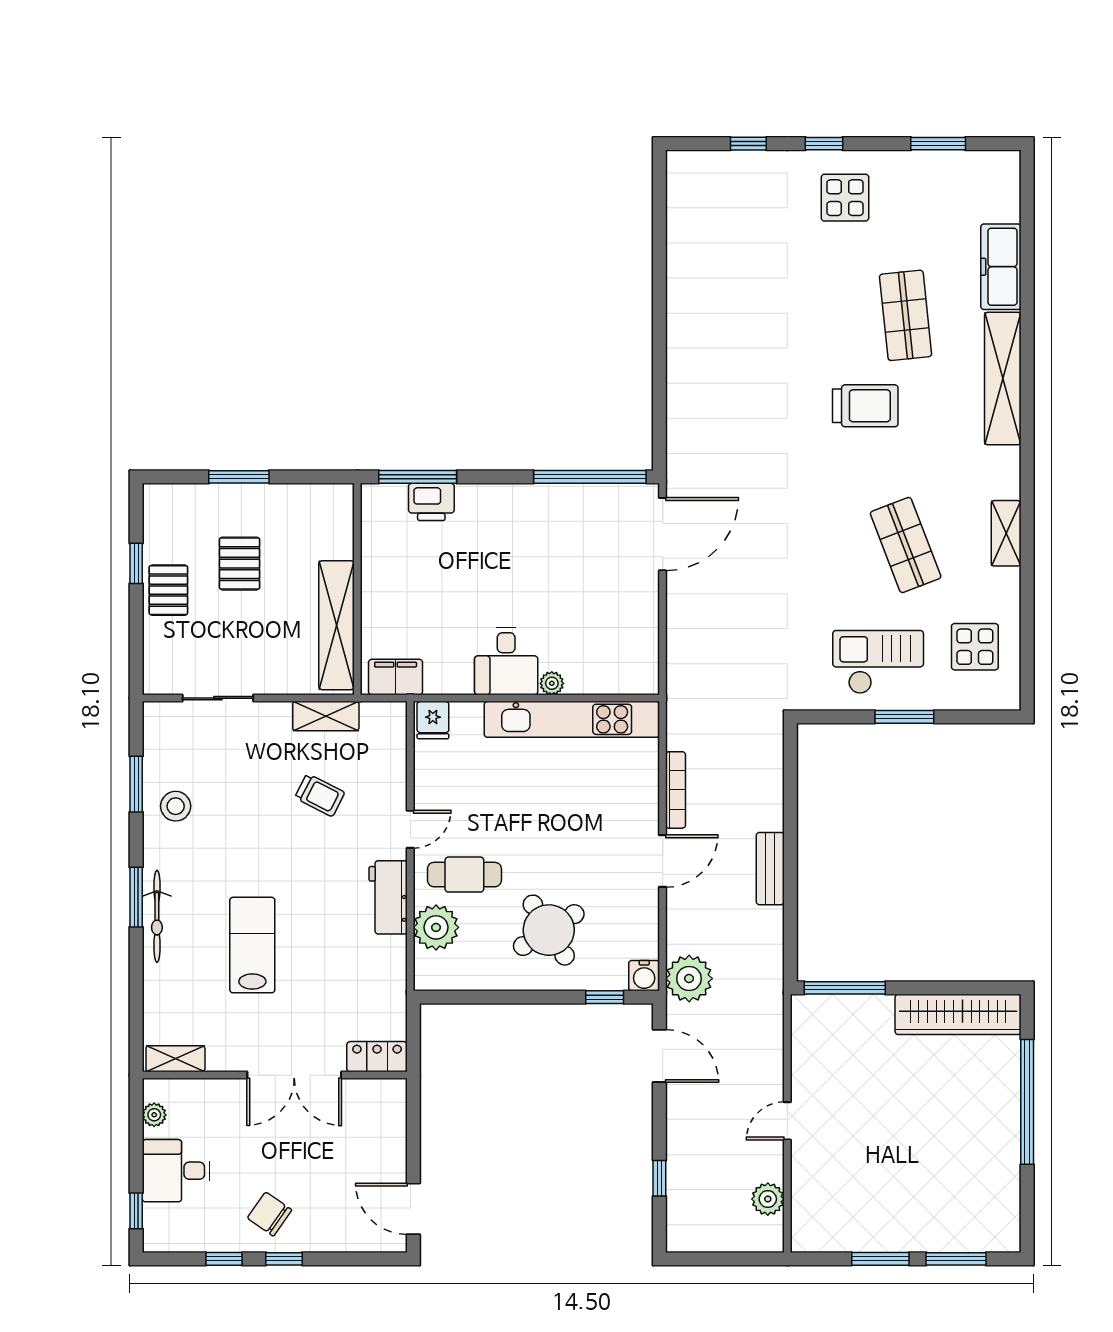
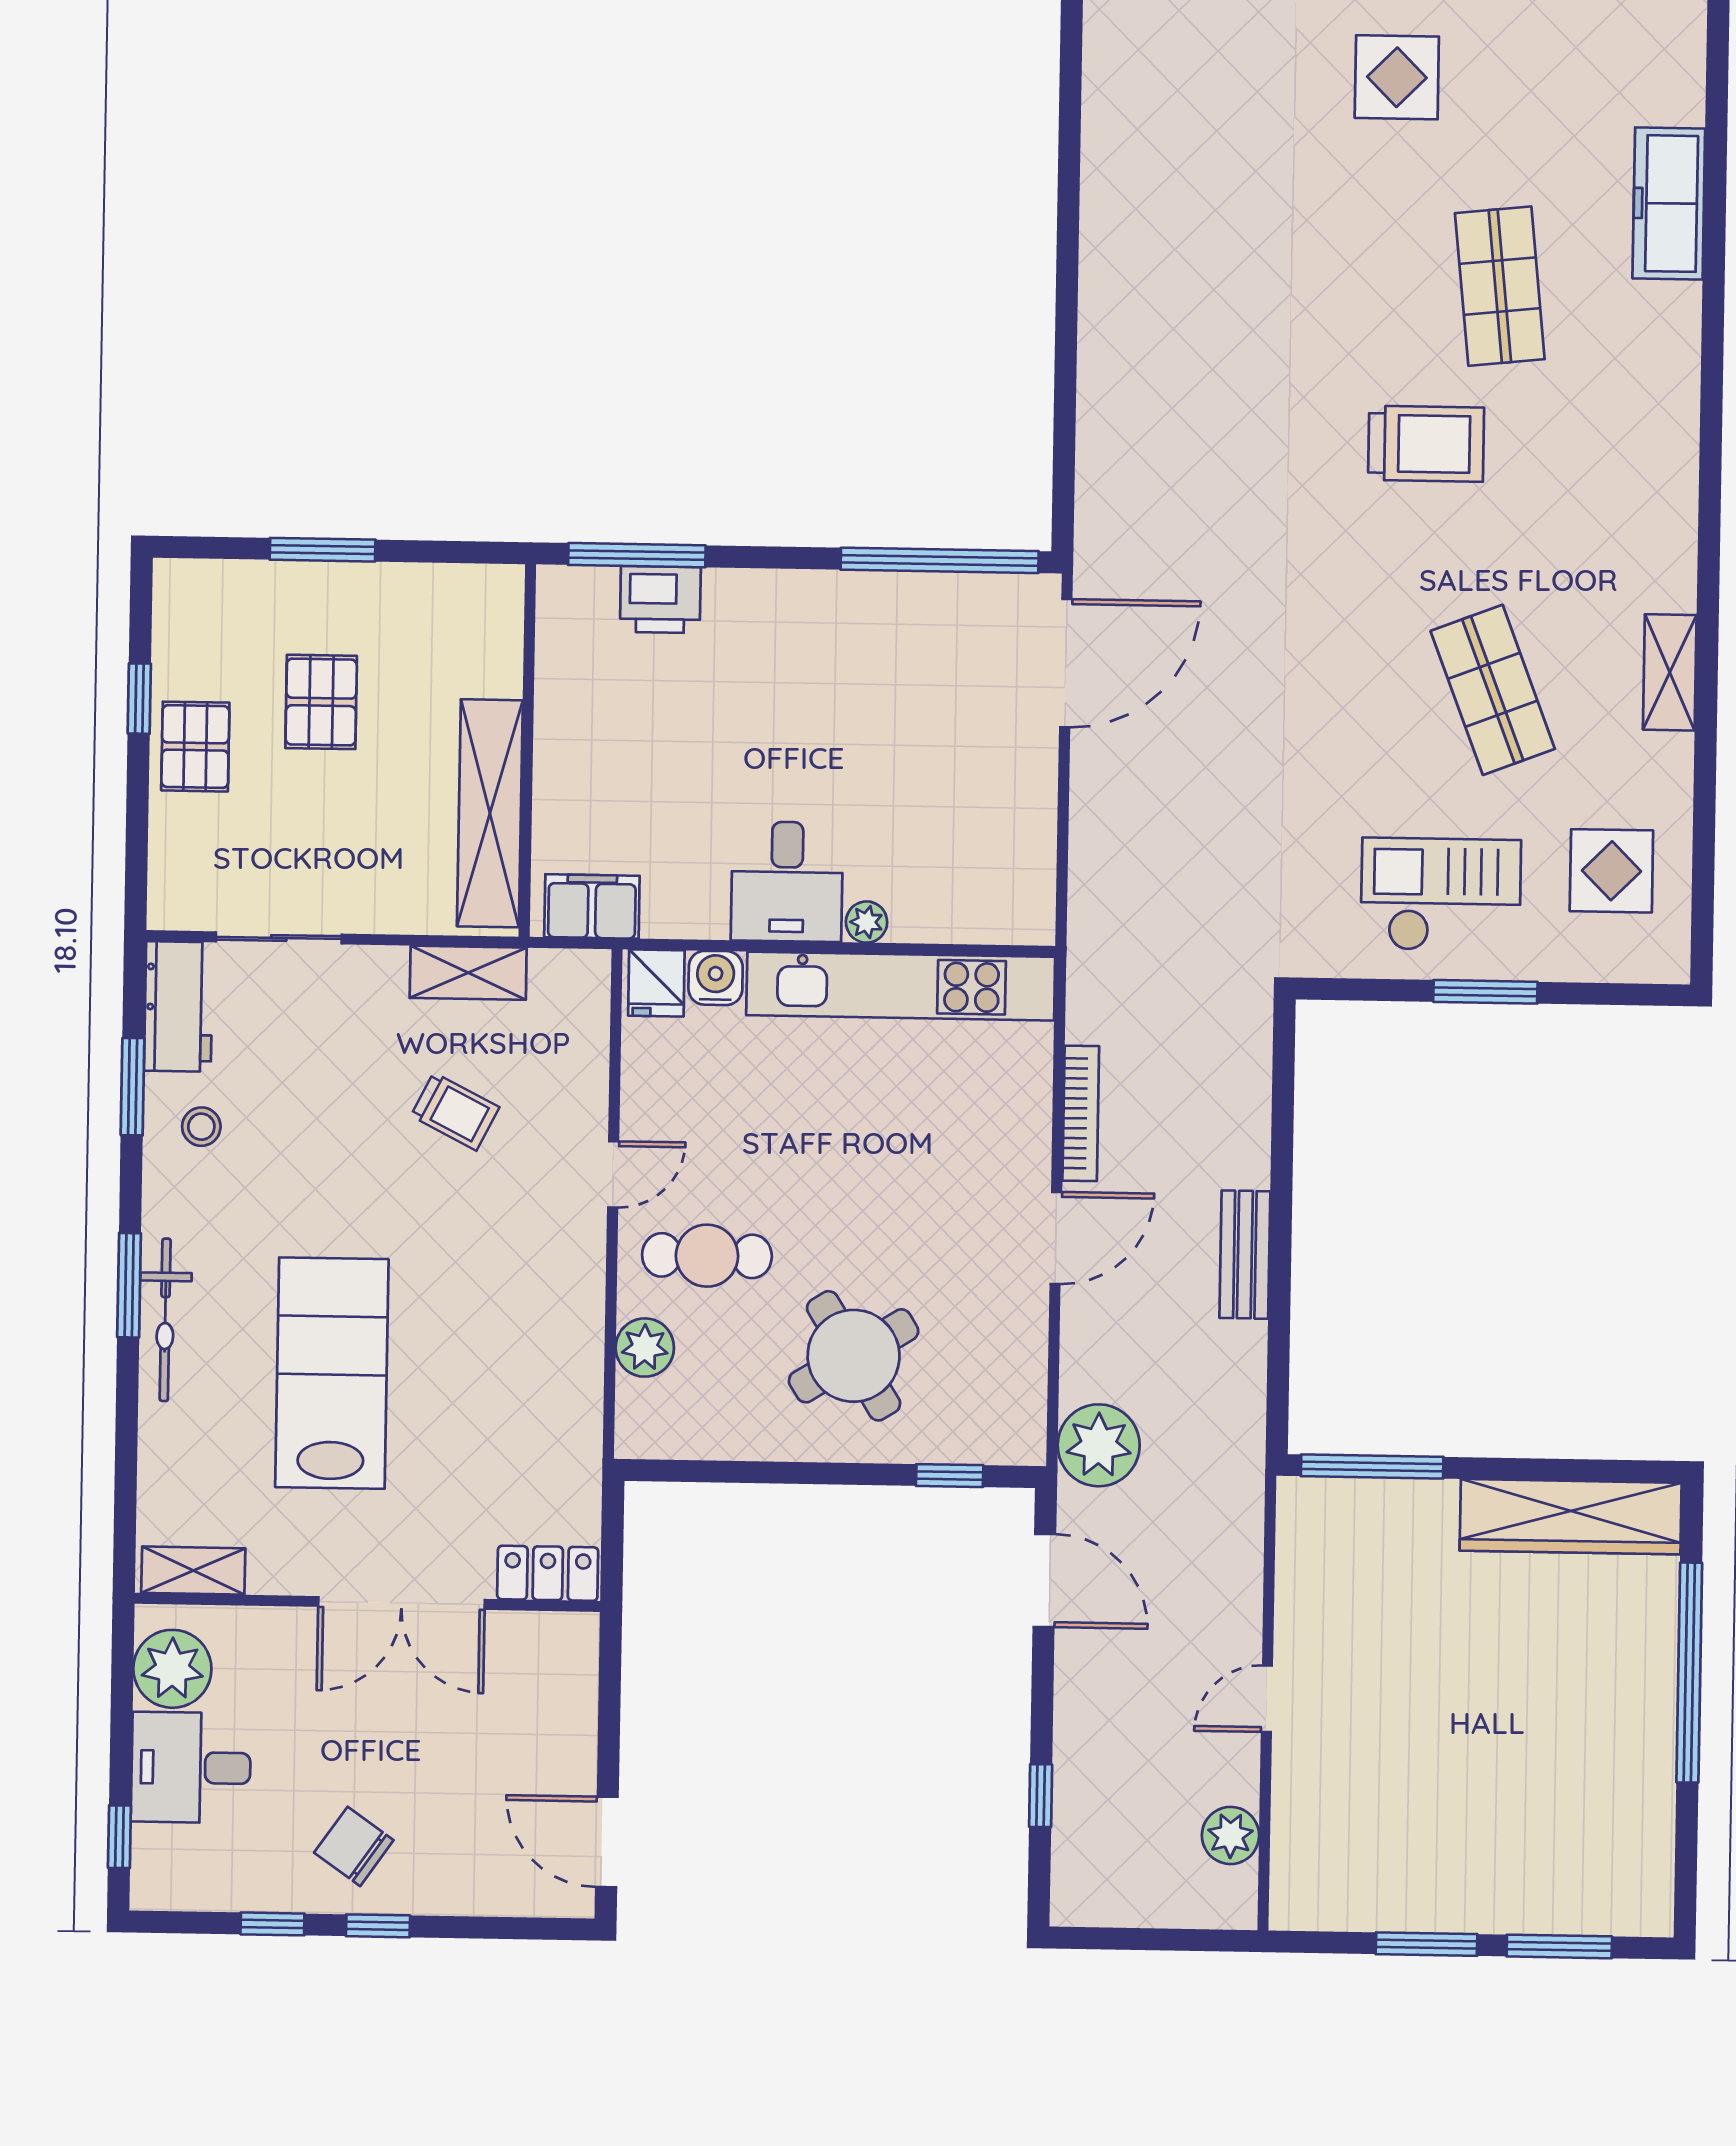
shelving: (1003, 379) -> (1669, 400), removed
stool: (176, 806) -> (201, 1127), width x0.73, depth x0.73
workbench: (388, 897) -> (178, 1006), moved, turned 180
plant: (436, 927) -> (645, 1348), width x0.73, depth x0.73
lab bench: (252, 945) -> (332, 1373), width x1.36, depth x1.39
water cooler: (644, 976) -> (716, 978), moved, turned 180
plant: (154, 1115) -> (172, 1669), width x1.87, depth x1.87

